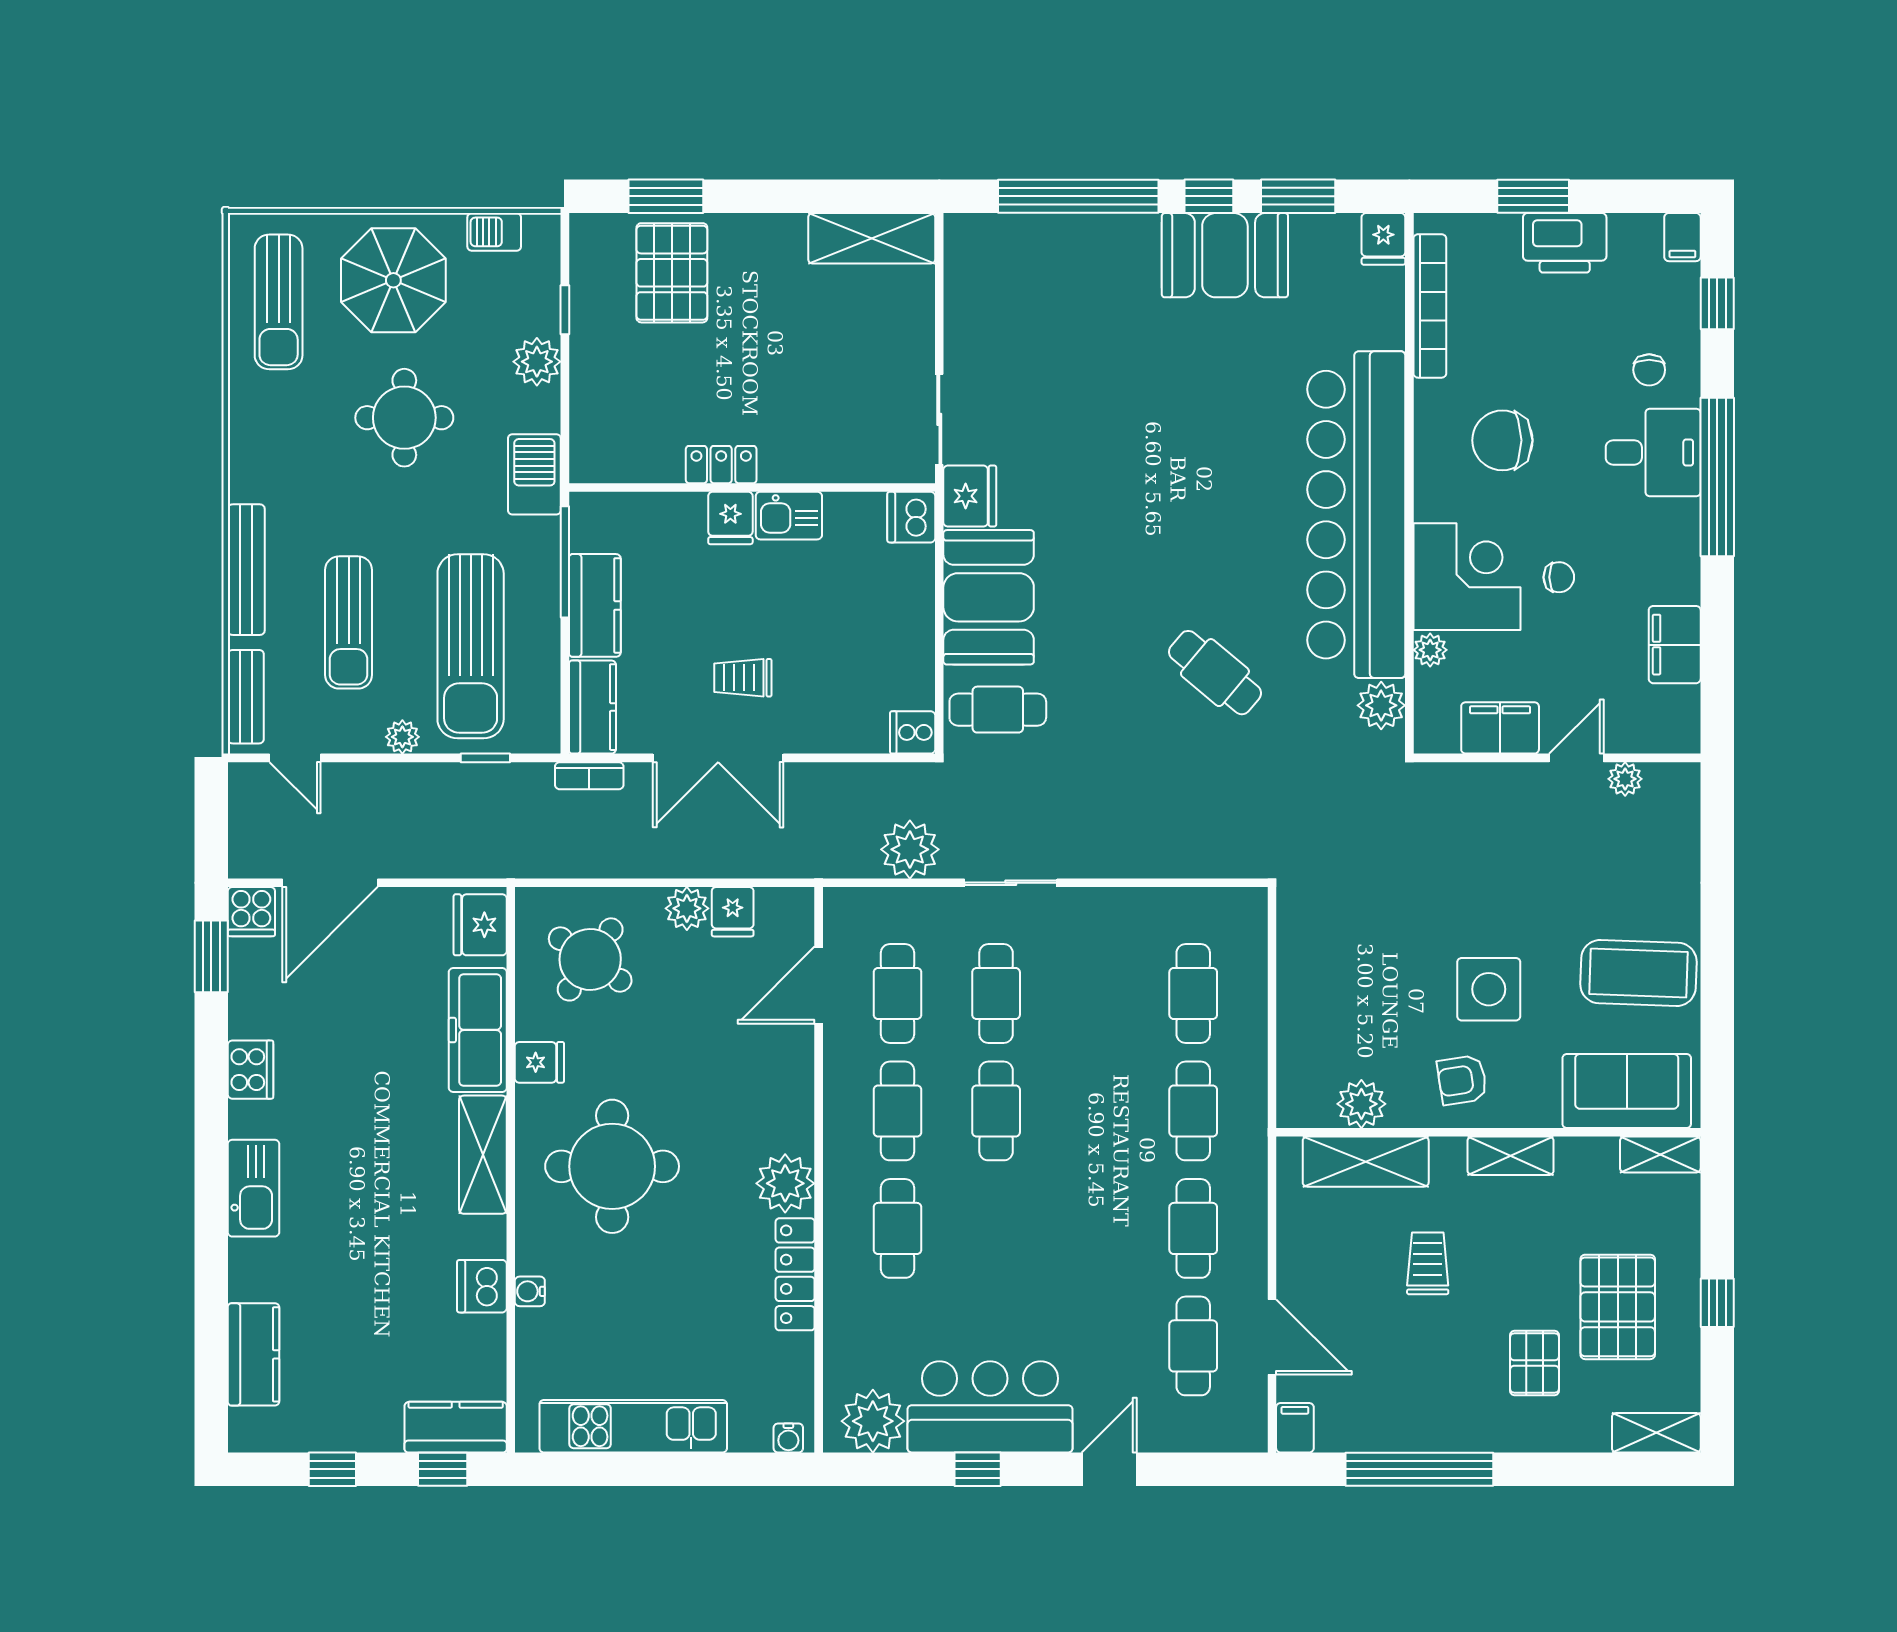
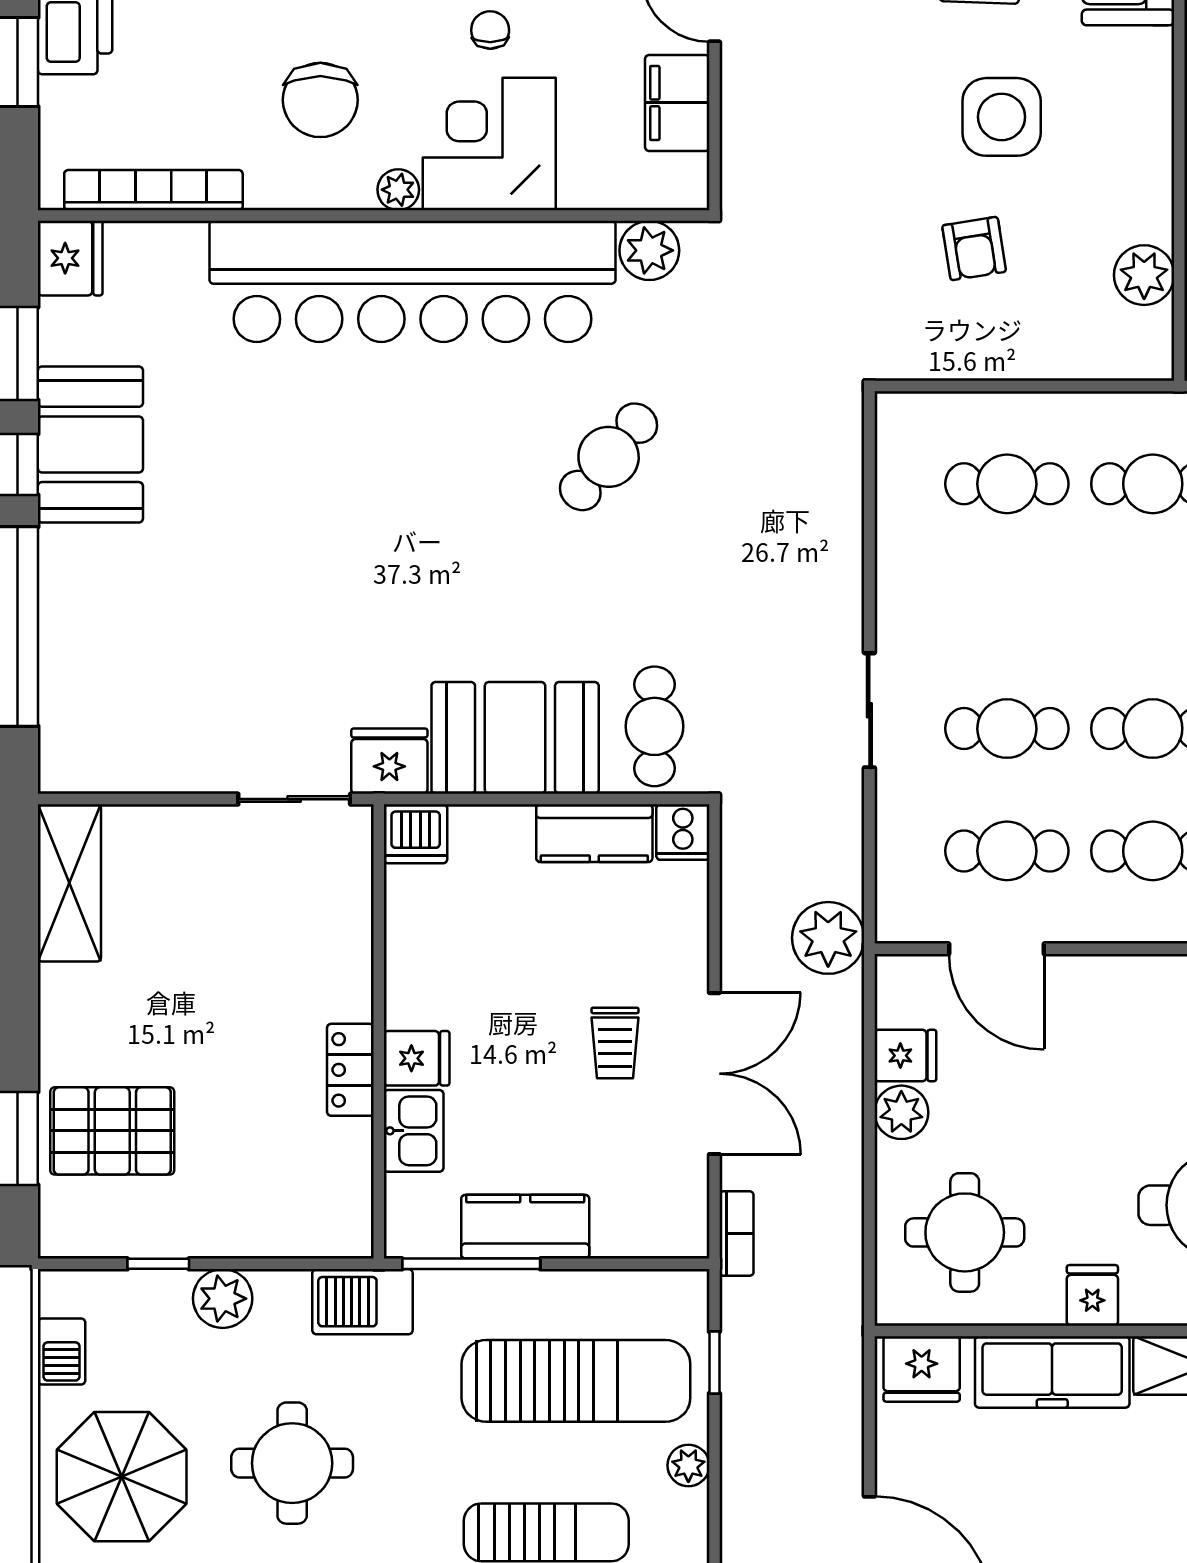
fridge: (1383, 239) -> (70, 258), width x1.38
kitchen sink: (789, 516) -> (414, 1131), moved
plant: (1430, 650) -> (398, 190), moved
kitchen counter: (592, 707) -> (594, 833), moved, turned 180
plant: (910, 849) -> (828, 938), moved
round table: (590, 959) -> (965, 1232), turned -35
armchair: (1462, 1080) -> (974, 249), moved

